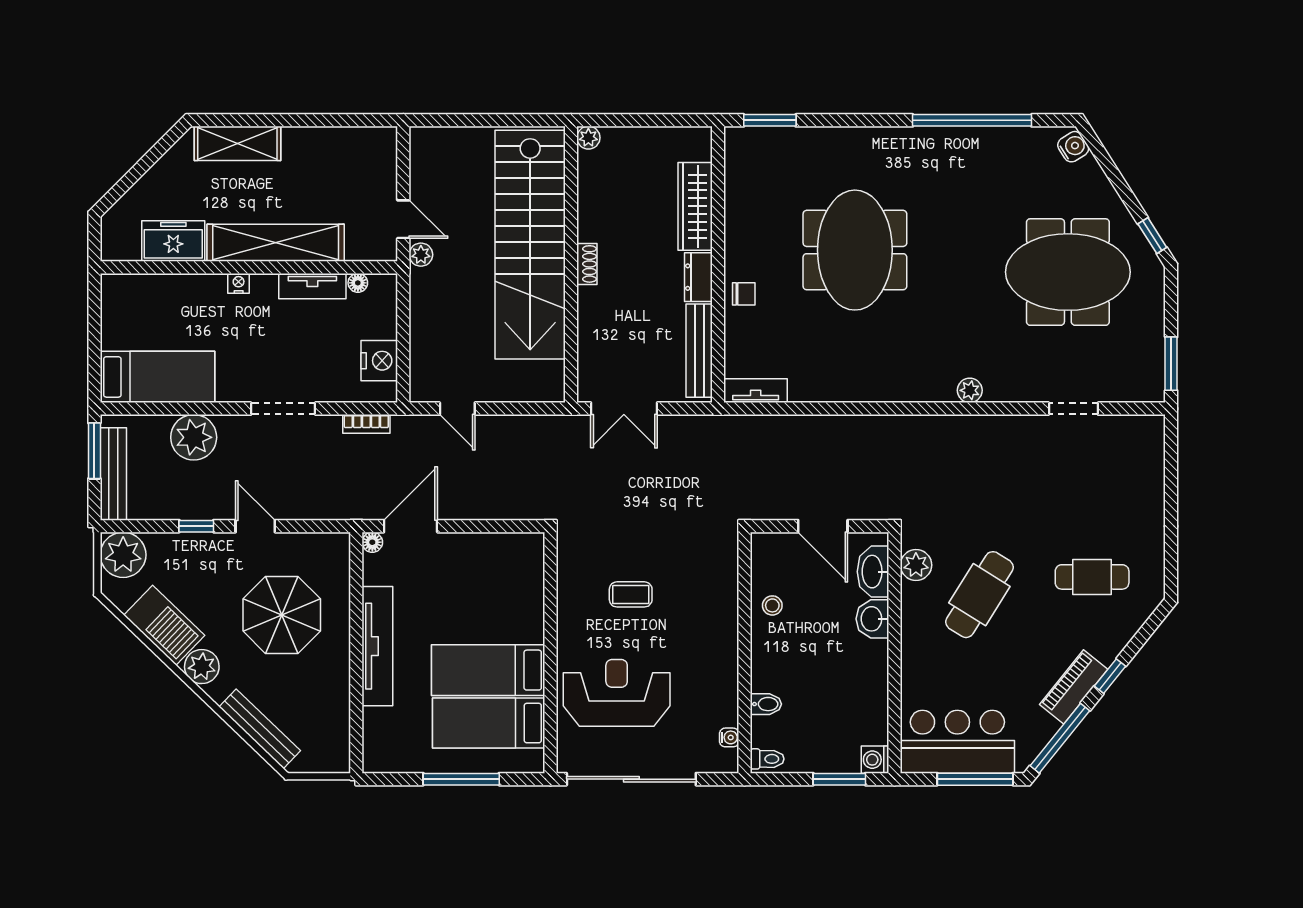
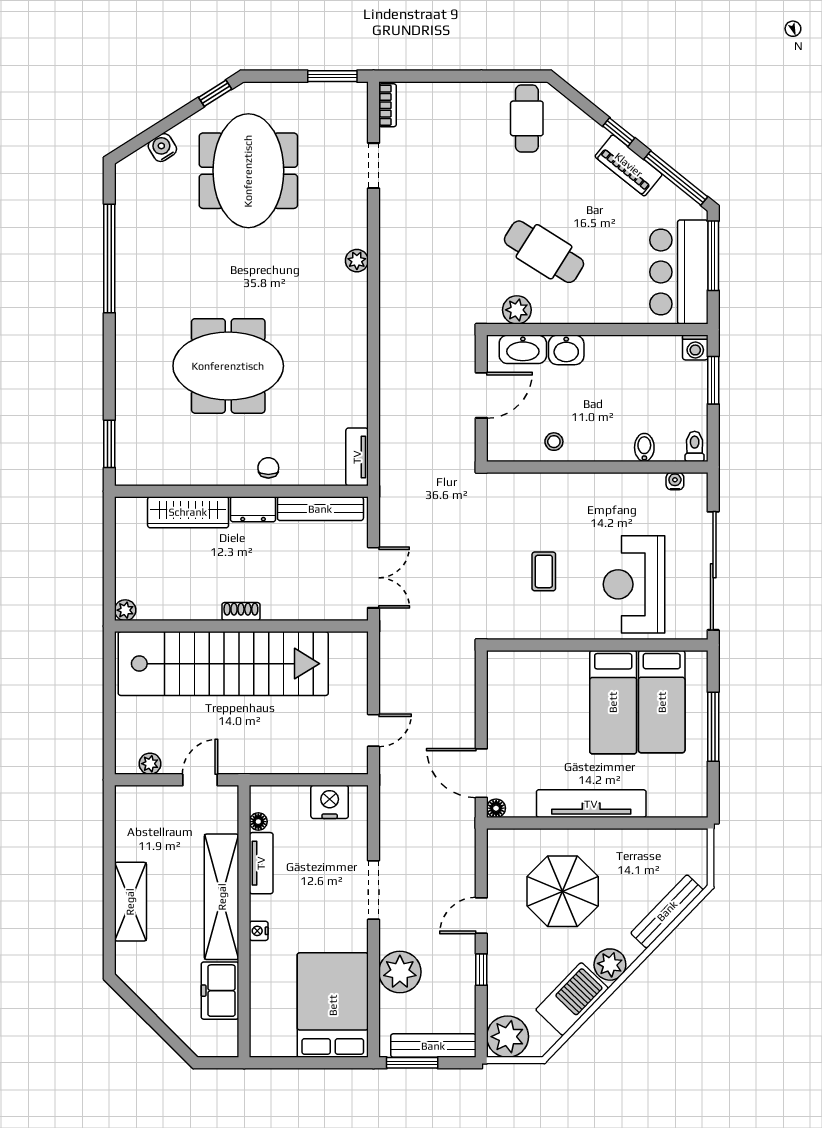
shelving: (237, 143) -> (130, 902), moved
water cooler: (1073, 147) -> (162, 148), moved
plant: (421, 255) -> (150, 764), moved
bed: (158, 377) -> (333, 1005), width x1.50
bookcase: (366, 424) -> (388, 105), moved
cafe table: (1092, 577) -> (527, 118), moved

